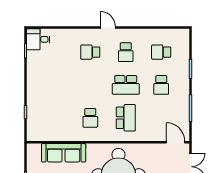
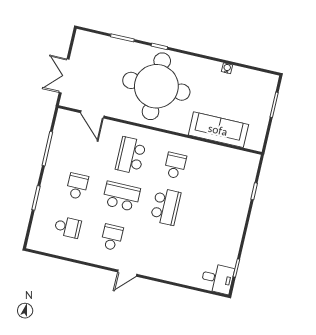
door: (108, 28) -> (127, 273), hinge flipped
school desk: (90, 52) -> (166, 207), moved, width x1.85
door: (176, 142) -> (92, 114), moved

